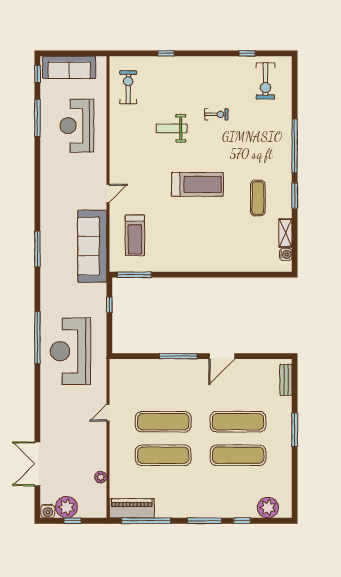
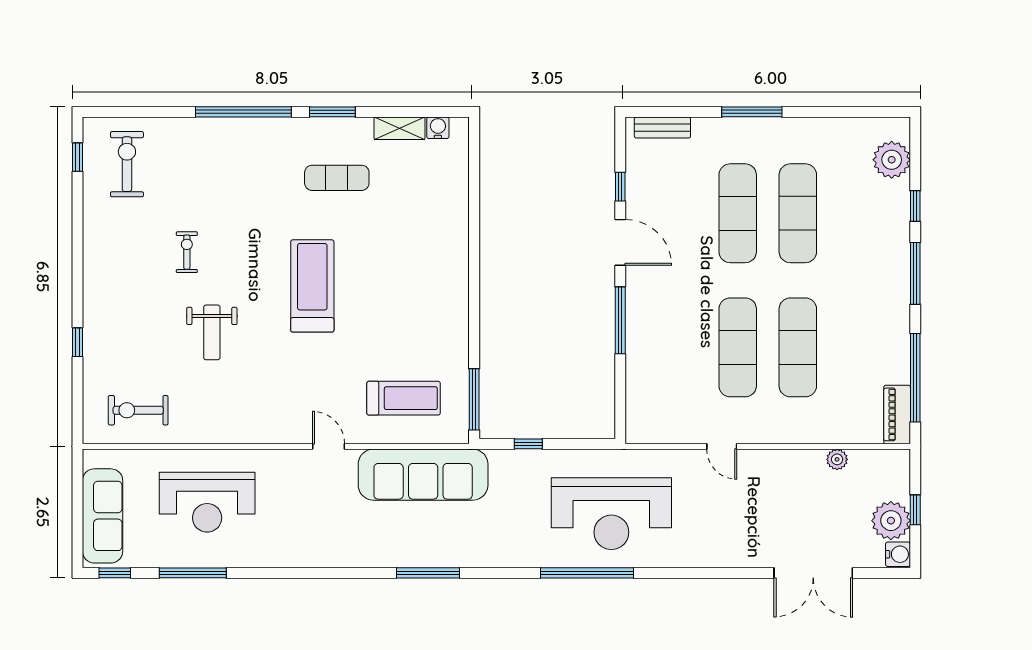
window: (247, 53) -> (77, 157), moved
exercise bike: (265, 81) -> (127, 164), turned -90
window: (253, 356) -> (620, 187), added
piano: (132, 508) -> (897, 414), width x0.73, depth x0.75

